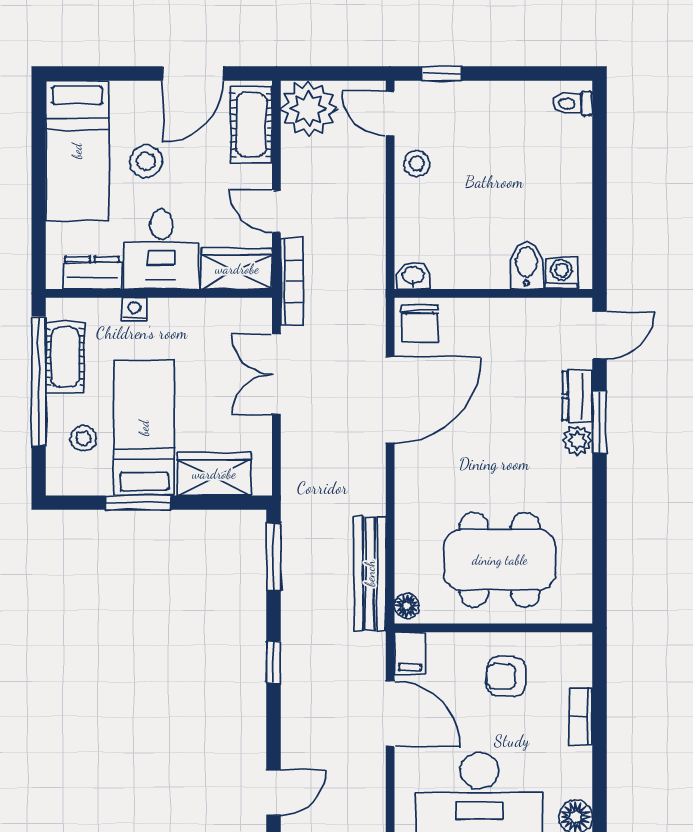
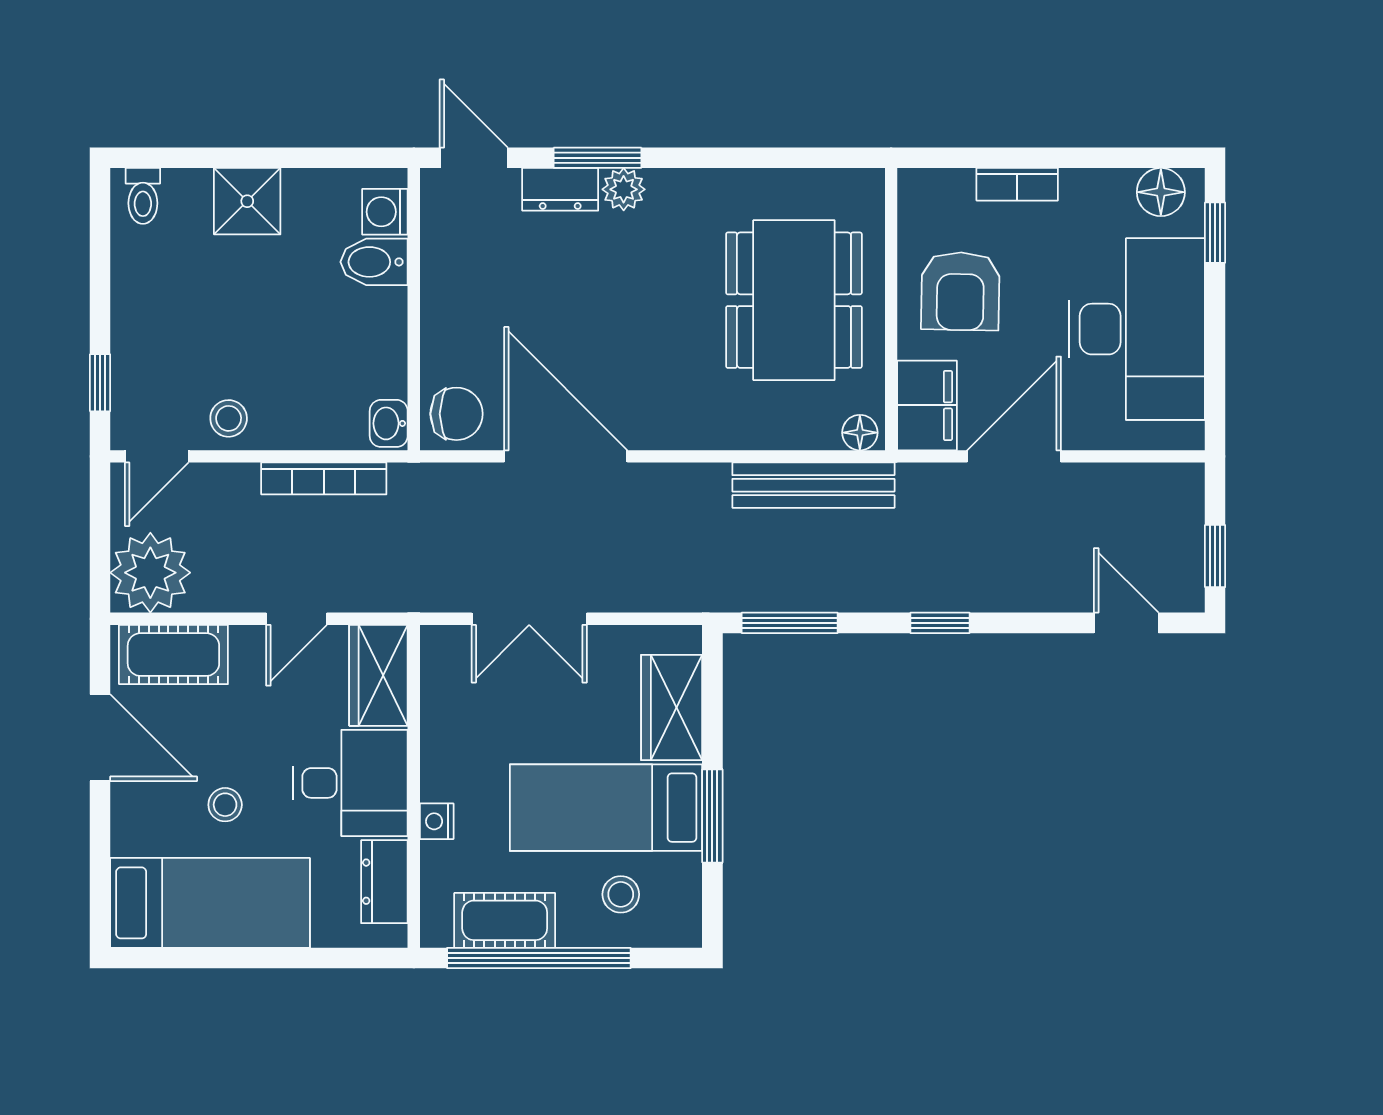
stool: (146, 161) -> (225, 805), width x0.73, depth x0.73
shower: (569, 177) -> (247, 201), added
bookcase: (292, 281) -> (324, 478), moved, turned 180
filing cabinet: (410, 653) -> (927, 405), width x2.00
armchair: (506, 676) -> (960, 291), width x1.38, depth x1.38

